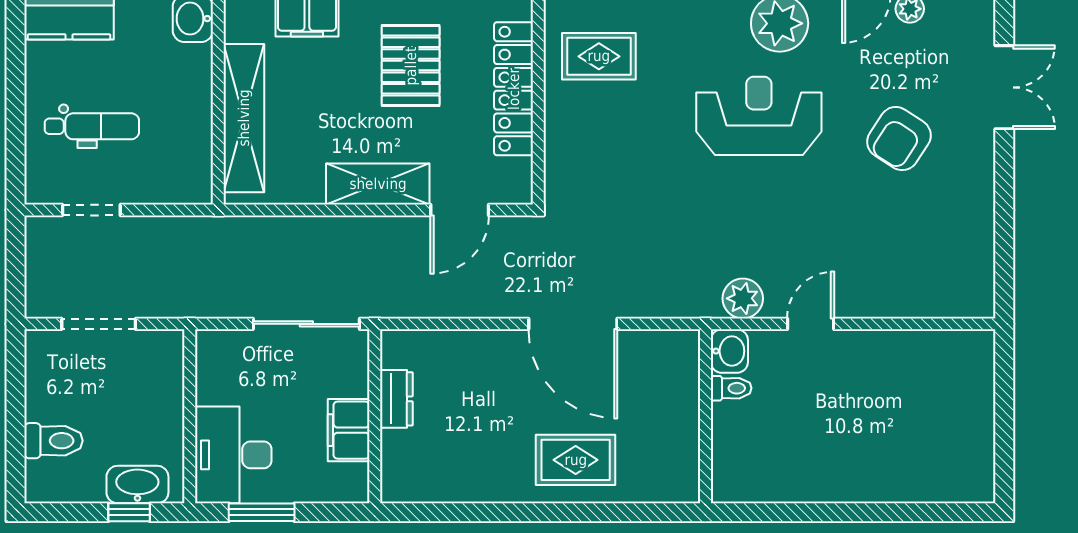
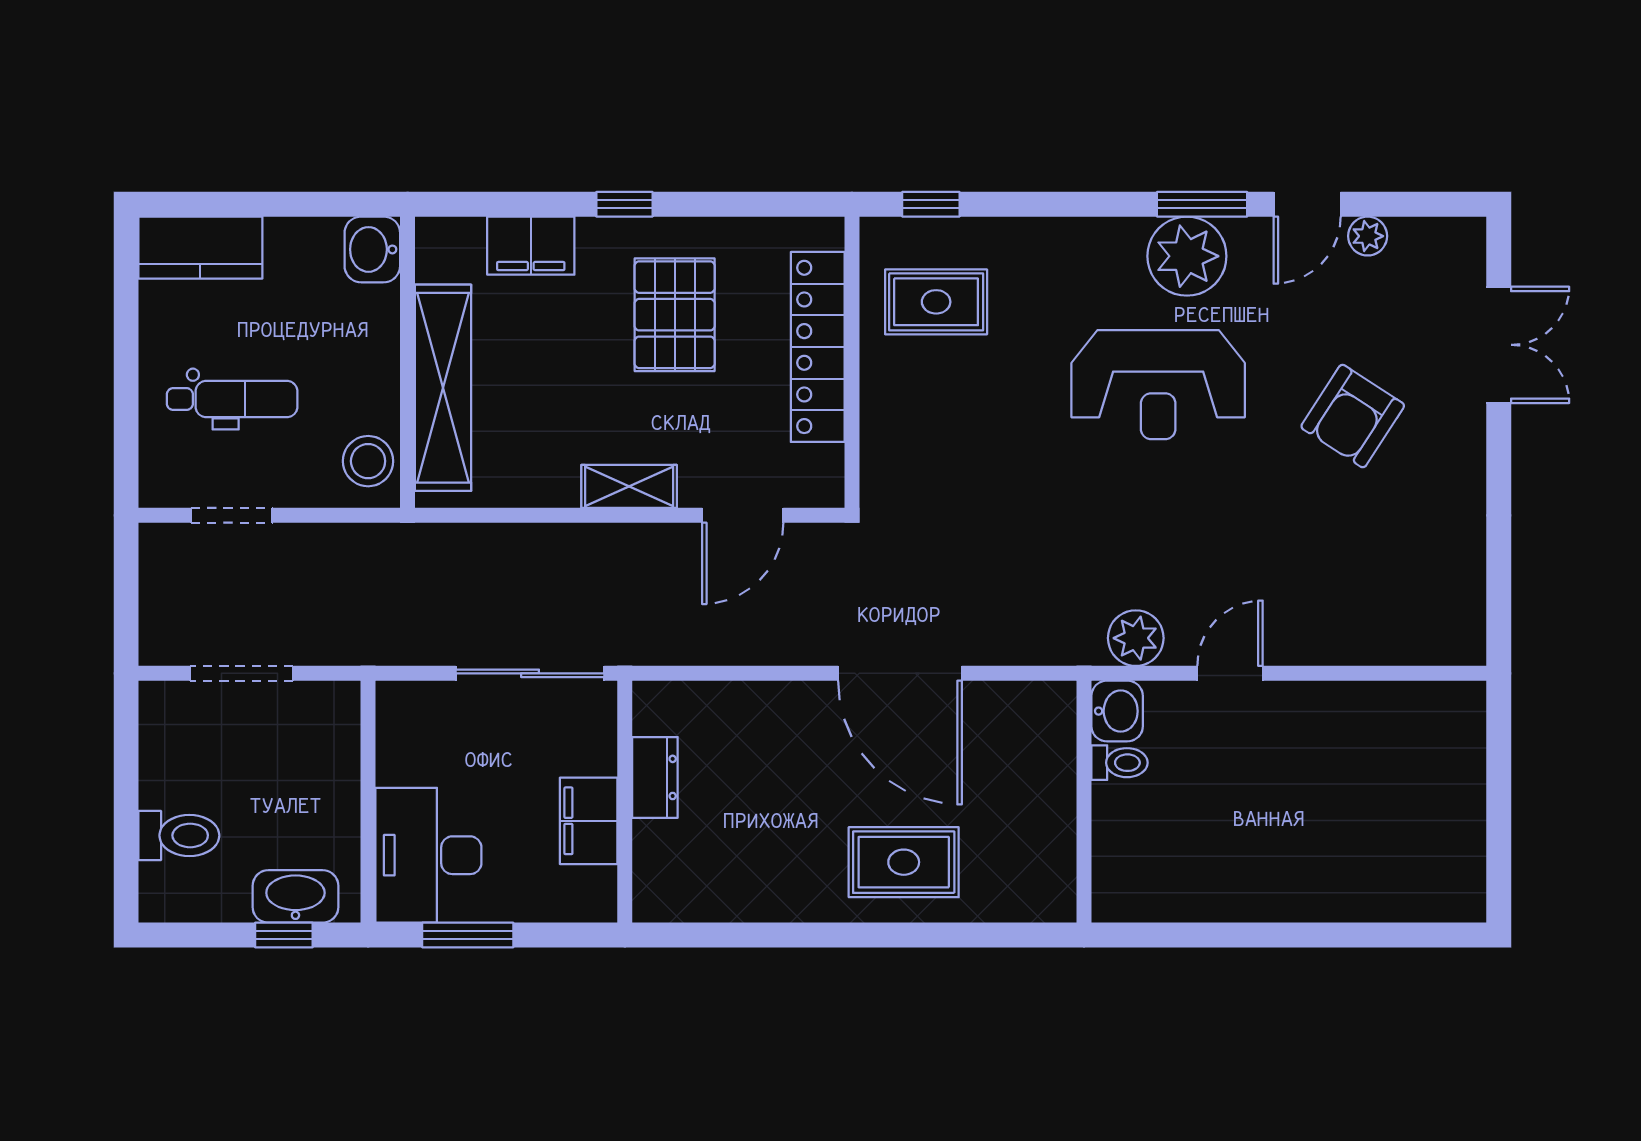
reception desk: (759, 116) -> (1158, 385), turned 180
stool: (190, 171) -> (368, 461), added
shelving: (378, 184) -> (629, 486), width x0.67, depth x0.75

